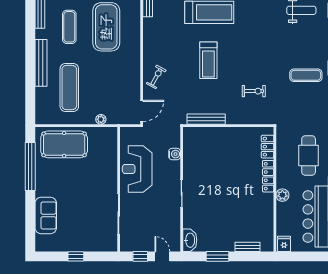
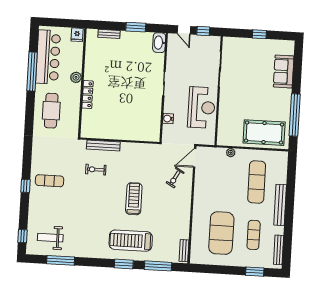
exercise bike: (156, 77) -> (175, 178), moved
bench: (206, 119) -> (103, 145), moved
locker: (268, 147) -> (87, 120), removed

